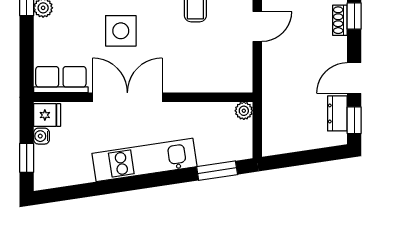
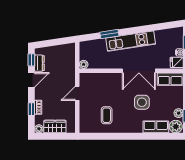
door: (257, 27) -> (77, 93), moved
window: (217, 171) -> (109, 34), moved

